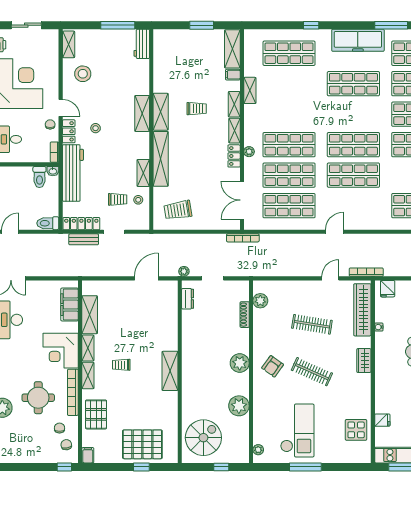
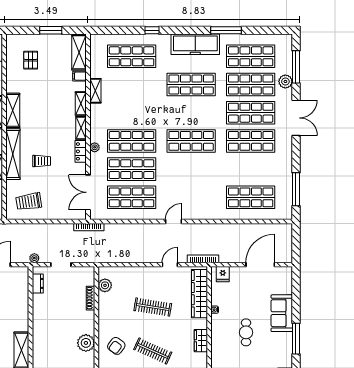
pallet: (180, 57) -> (31, 60), added
trolley: (197, 109) -> (42, 161), moved
shop shelf: (353, 175) -> (191, 169), removed

